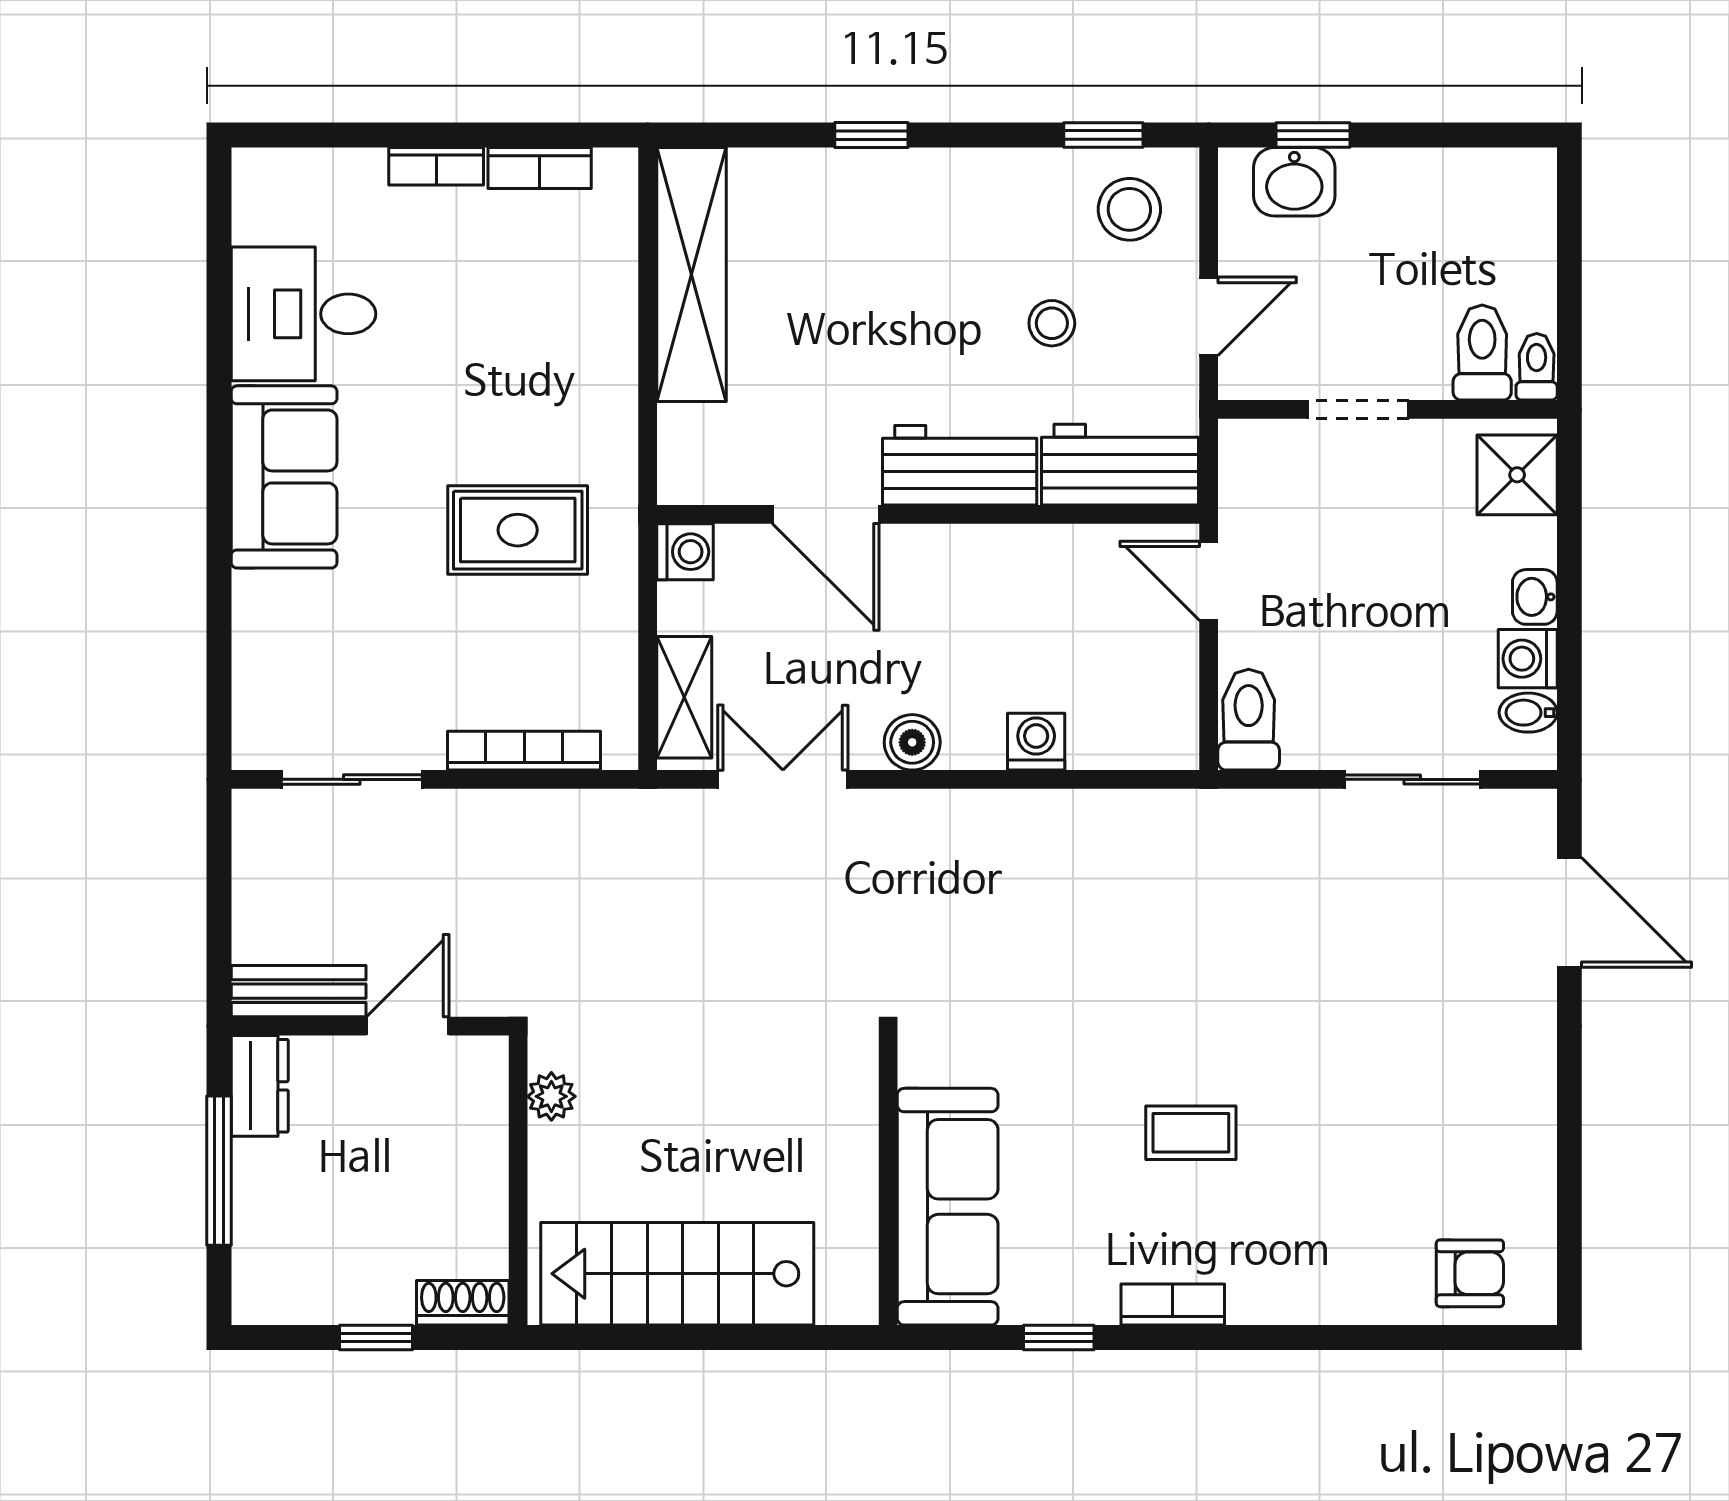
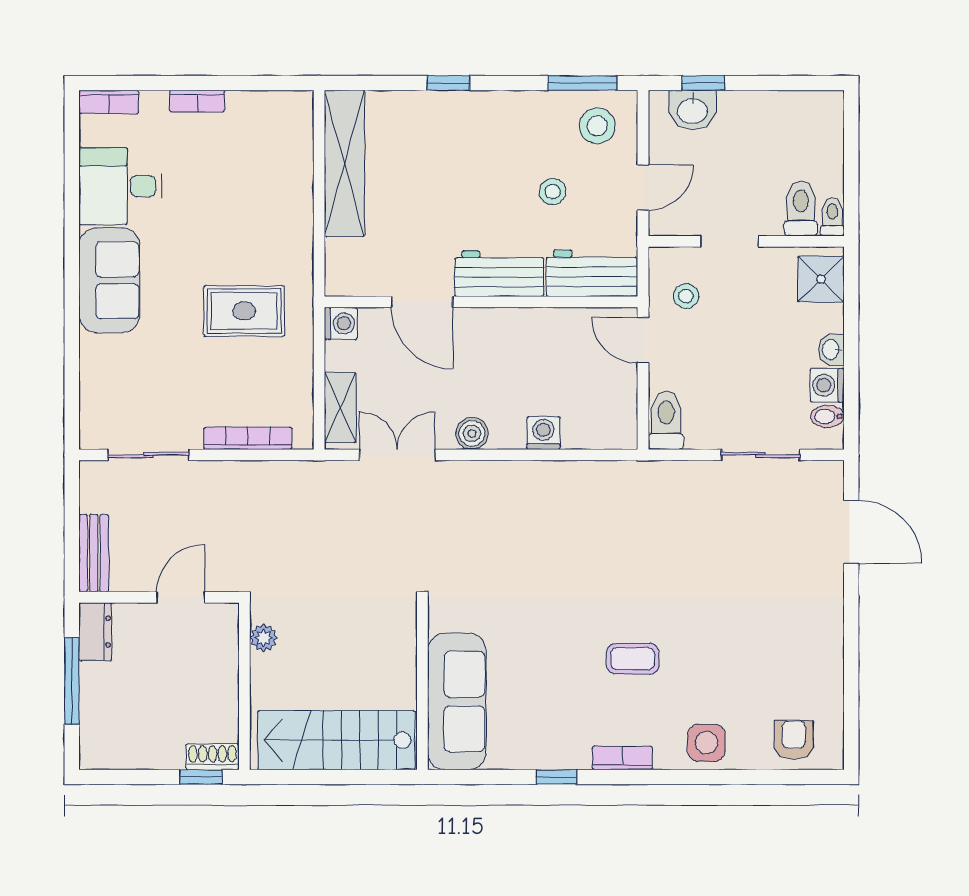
window: (1103, 135) -> (582, 83), width x1.50
bookcase: (540, 168) -> (109, 102), moved
stool: (1283, 504) -> (686, 296), added
bench: (299, 991) -> (94, 553), moved, turned 90
wall: (888, 1180) -> (422, 686), moved
sofa: (948, 1207) -> (457, 701), moved
armchair: (1470, 1273) -> (794, 740), turned -90
side table: (1319, 1278) -> (706, 743), added
window: (376, 1337) -> (201, 777), moved

